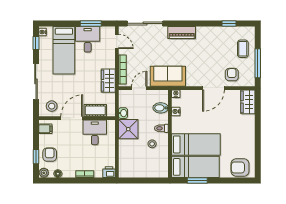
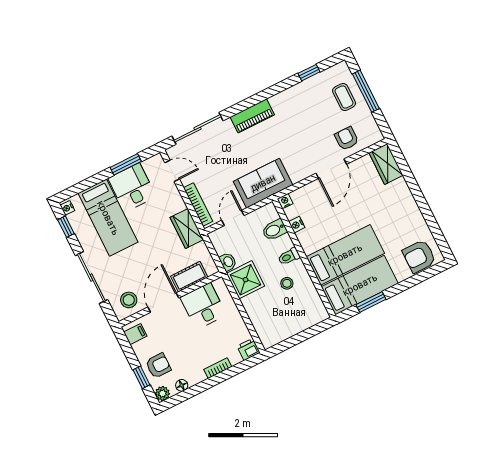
window: (258, 63) -> (366, 91), moved
armchair: (50, 155) -> (158, 366), turned 90

